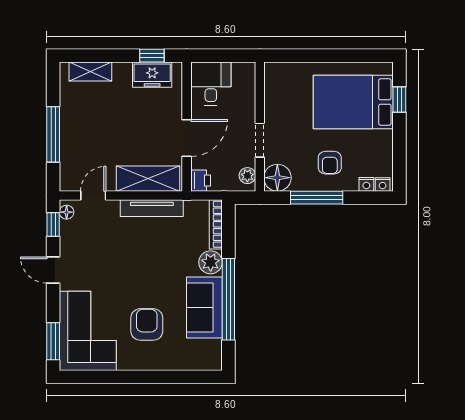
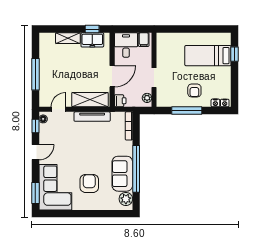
shelving: (90, 72) -> (68, 38), moved
filing cabinet: (242, 74) -> (144, 40), added
bed: (353, 102) -> (208, 56), width x0.67
floor lamp: (277, 178) -> (164, 99), removed
plant: (211, 262) -> (126, 199), moved
door: (53, 270) -> (35, 152), swing flipped

